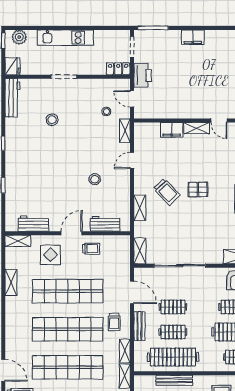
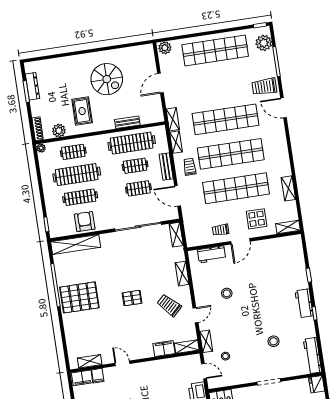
shelving: (197, 128) -> (187, 347), moved
trolley: (167, 192) -> (169, 305), moved
workbench: (33, 223) -> (304, 303), moved, turned 90
bench: (174, 380) -> (127, 122), width x0.73

